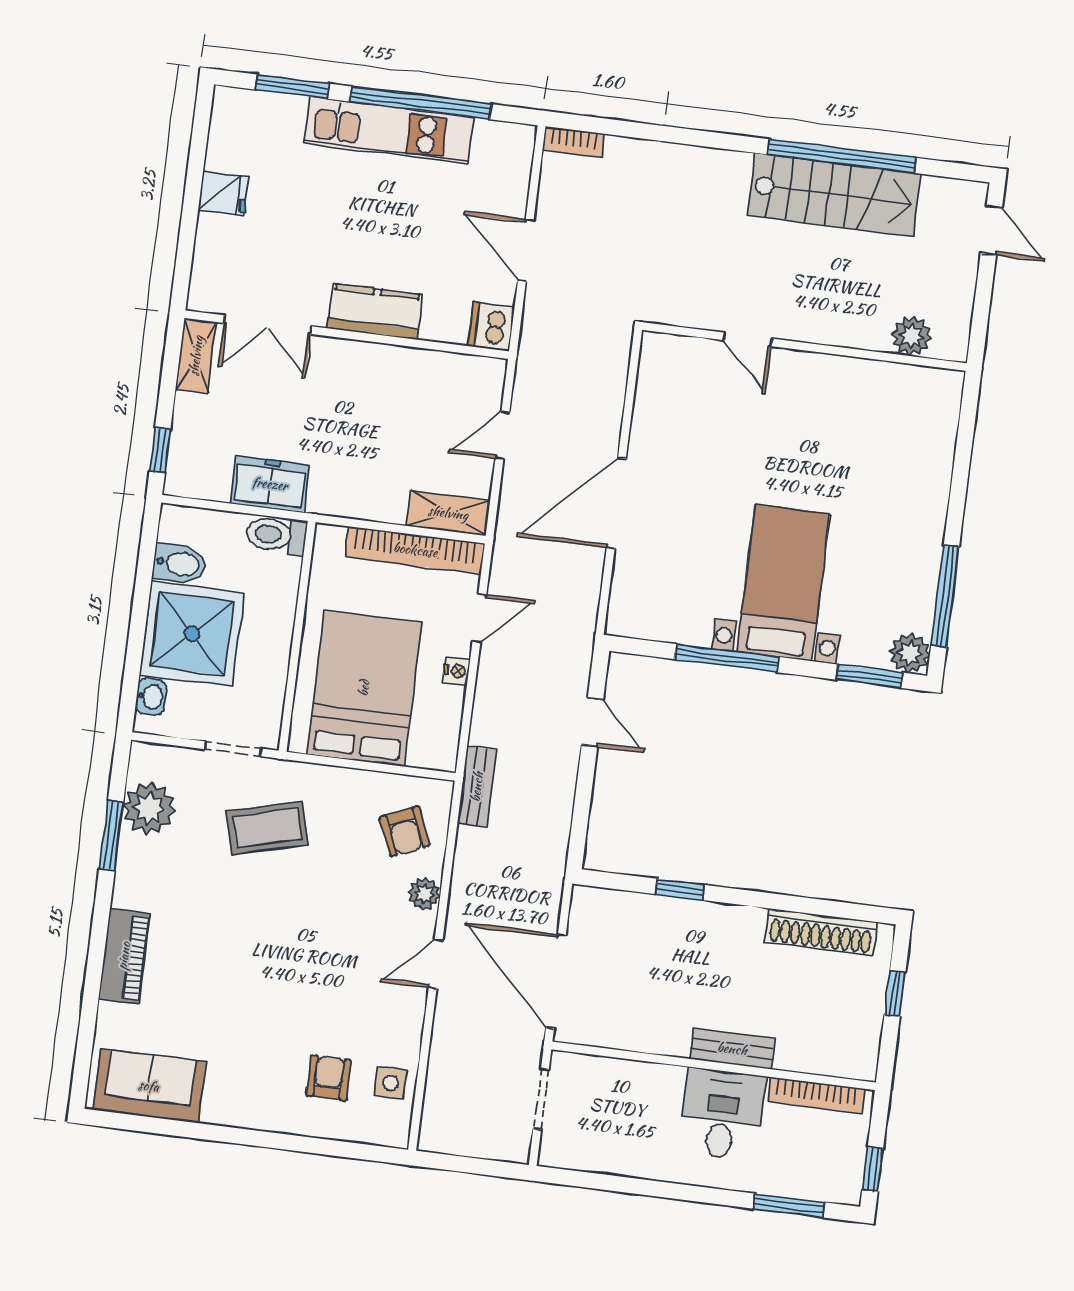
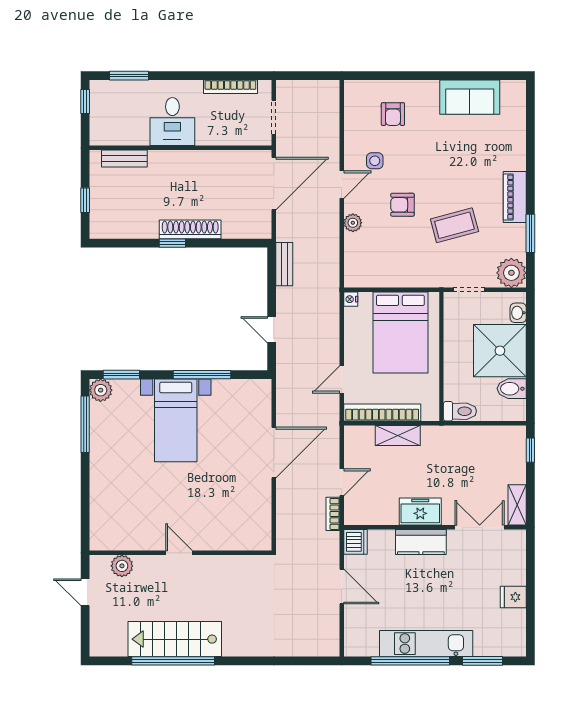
bookcase: (574, 142) -> (333, 514), moved, turned -90
door: (991, 230) -> (85, 592), moved
door: (748, 339) -> (179, 553), moved
freezer: (270, 484) -> (420, 512), moved, turned 180
shelving: (448, 513) -> (398, 436), moved
nightstand: (456, 671) -> (351, 299), moved
bench: (477, 787) -> (284, 264), moved
plant: (149, 808) -> (511, 273), moved
coffee table: (267, 828) -> (454, 225), moved
armchair: (405, 831) -> (402, 205), moved, turned -67
window: (680, 889) -> (172, 243), moved
shoe rack: (821, 932) -> (190, 229), moved
piano: (124, 956) -> (515, 197), moved
door: (556, 981) -> (274, 184), hinge flipped
bench: (732, 1049) -> (124, 158), moved
side table: (391, 1083) -> (375, 161), moved
sofa: (149, 1086) -> (470, 97), moved
bookcase: (816, 1095) -> (230, 87), moved, turned 180

